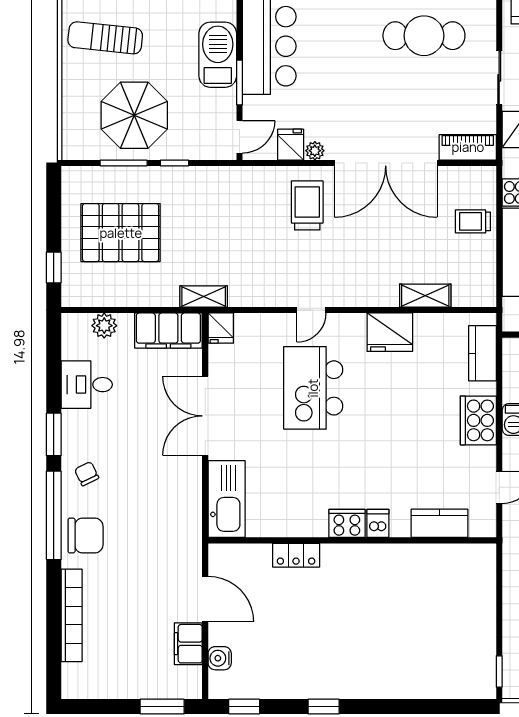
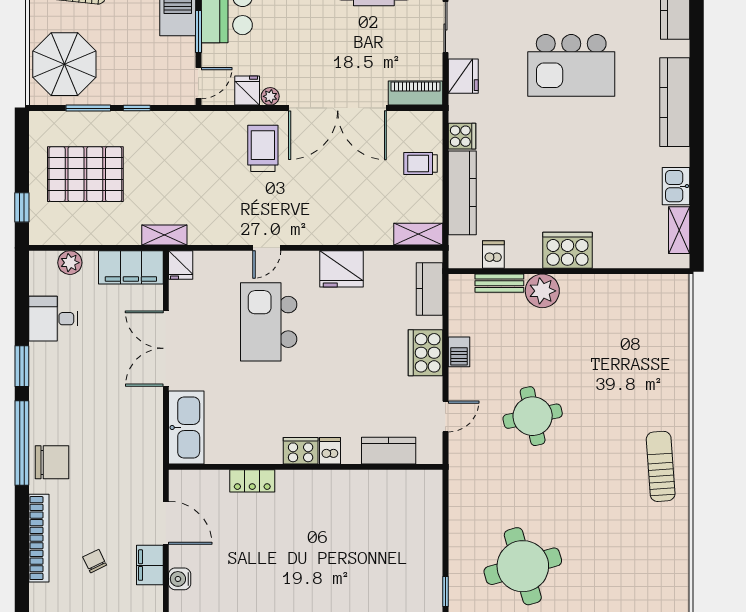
parasol: (134, 115) -> (64, 64), moved
shelving: (425, 296) -> (418, 234), moved
chair: (87, 474) -> (95, 561), moved

